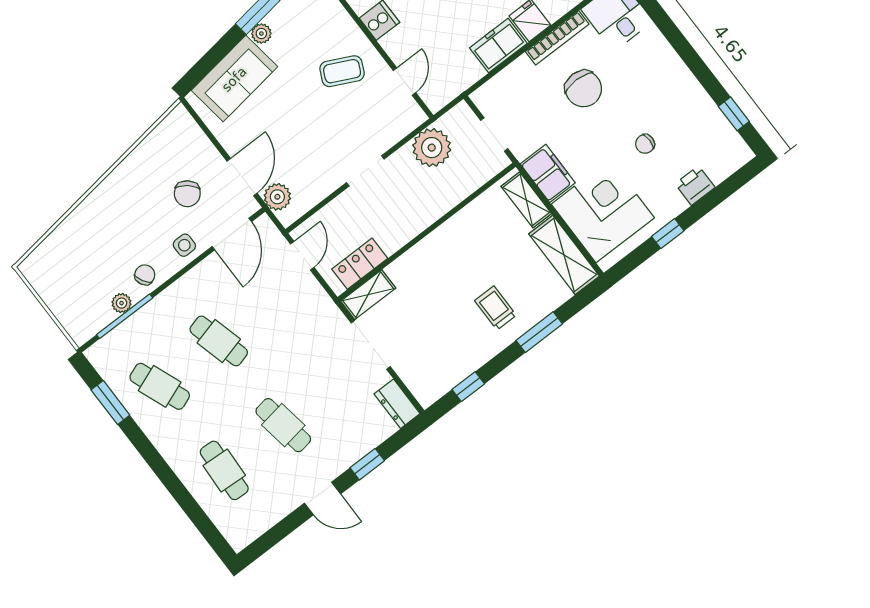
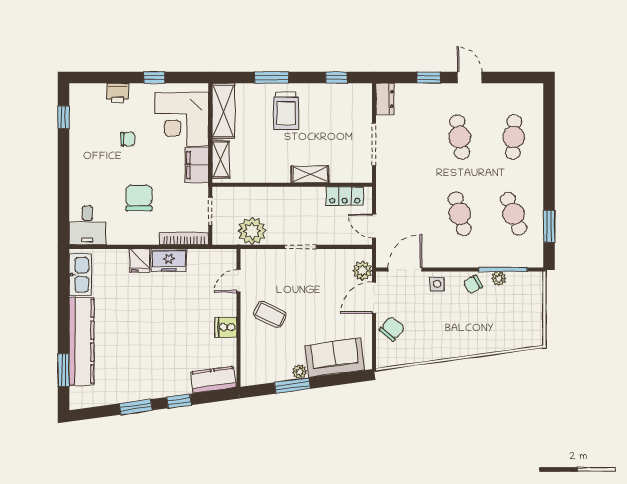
bookcase: (557, 38) -> (184, 239), moved
chair: (187, 194) -> (392, 329), moved
door: (302, 256) -> (374, 226), hinge flipped
shelving: (368, 295) -> (310, 174), moved
trolley: (495, 308) -> (286, 111), width x1.36, depth x1.39

